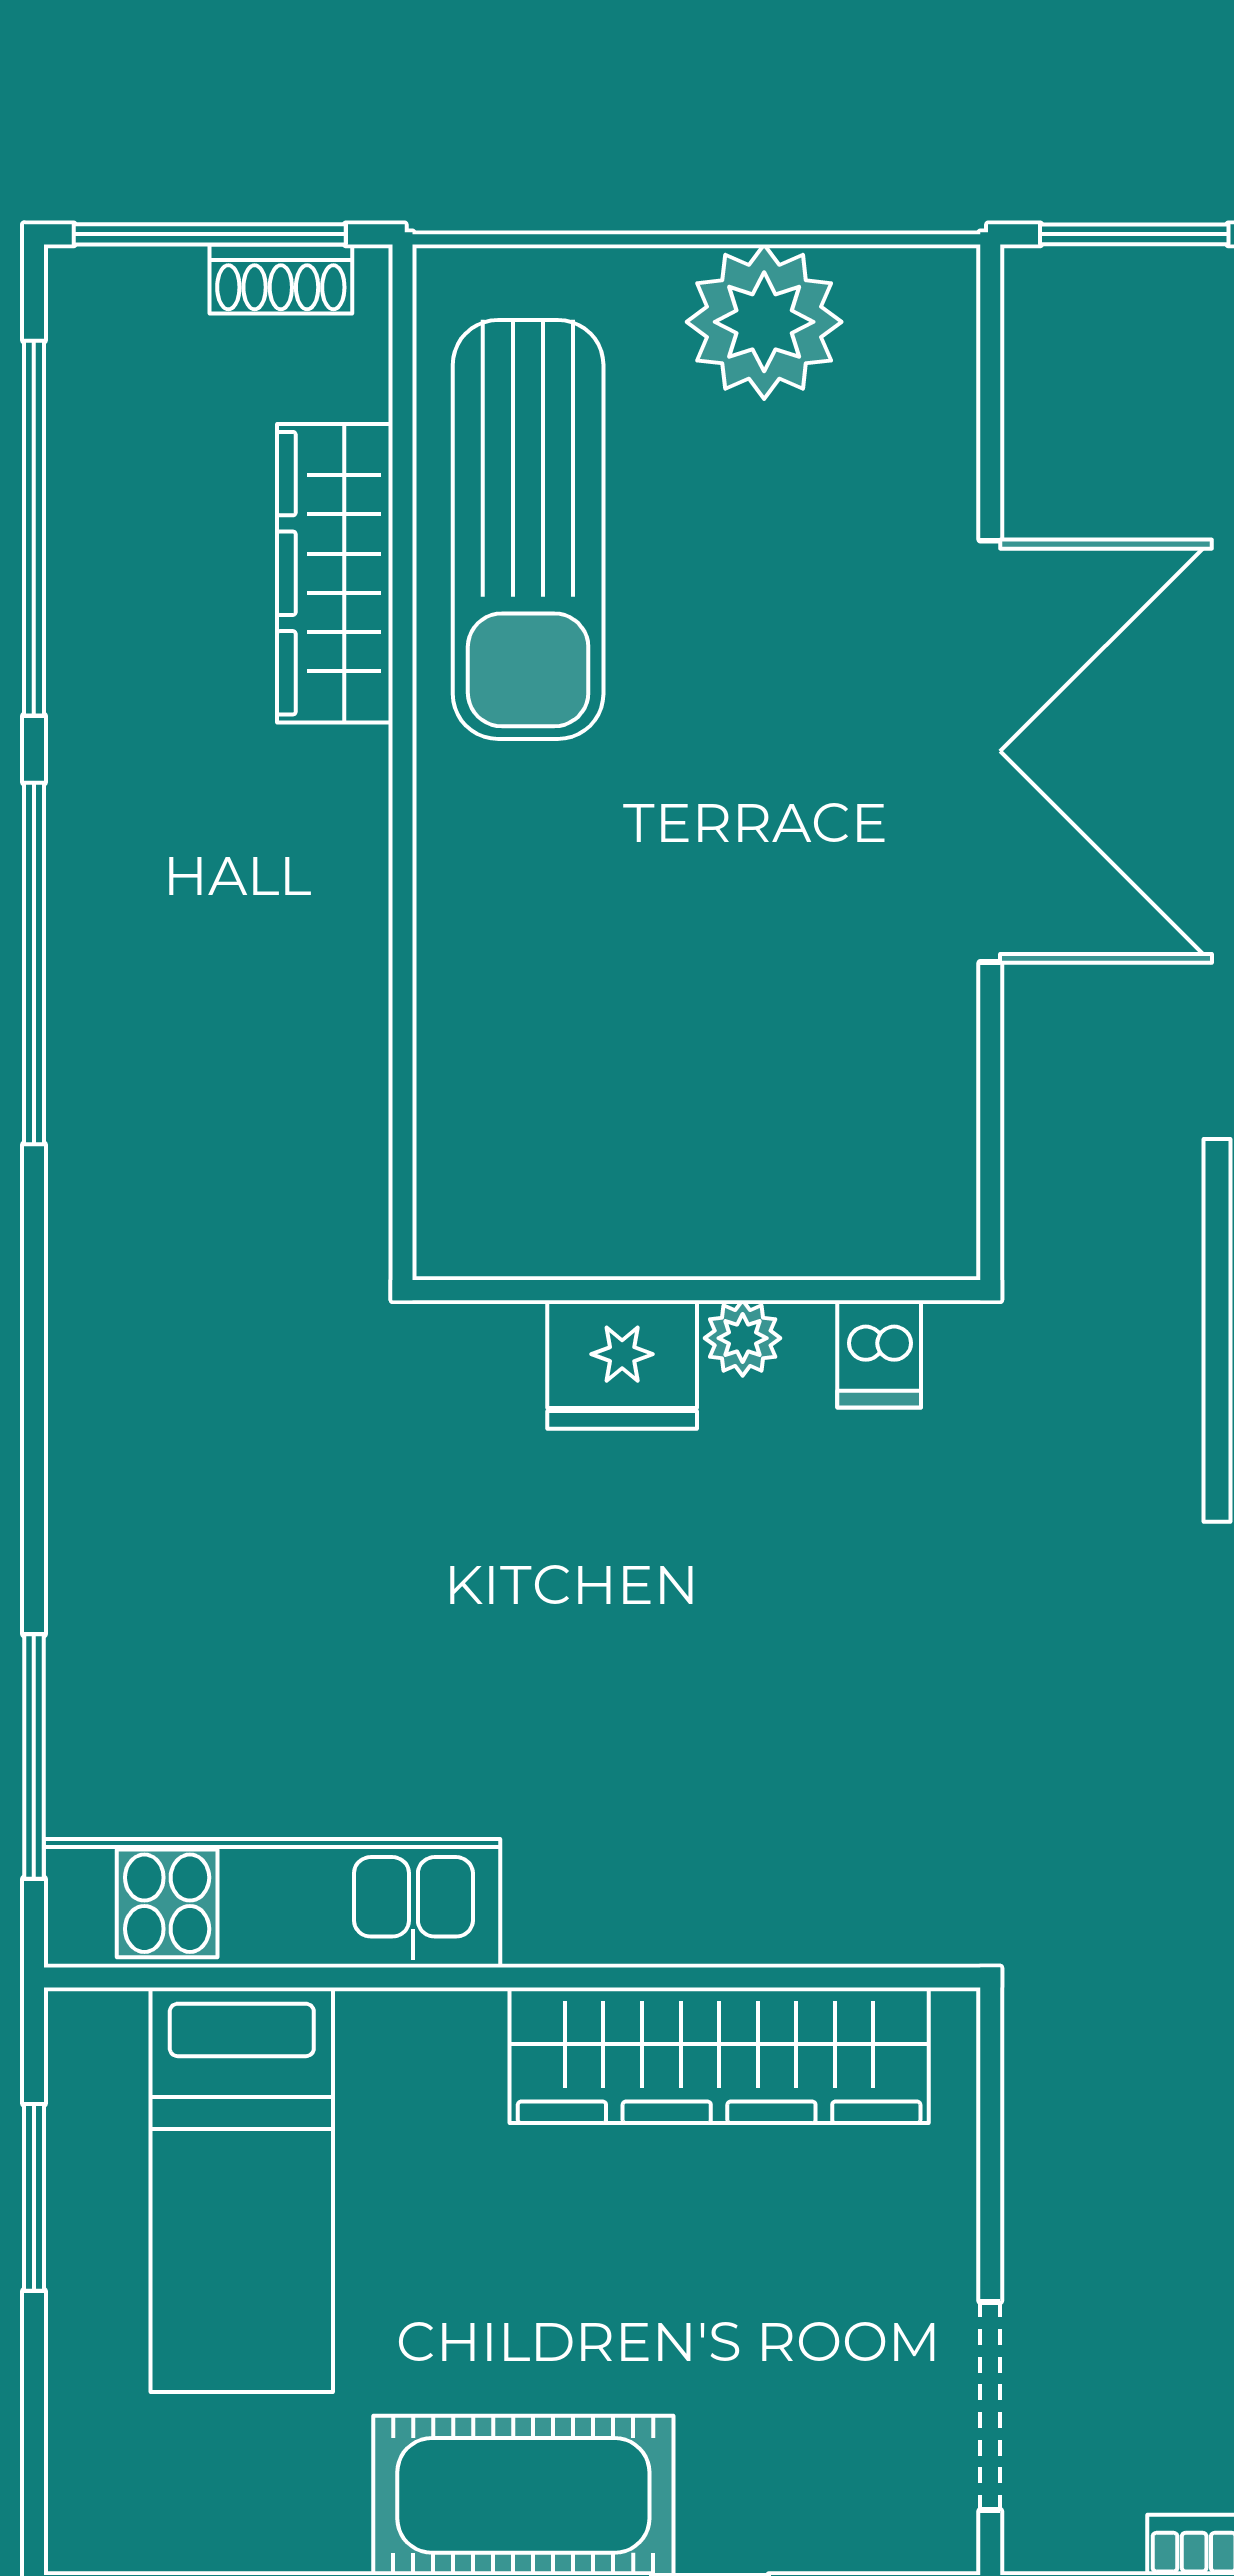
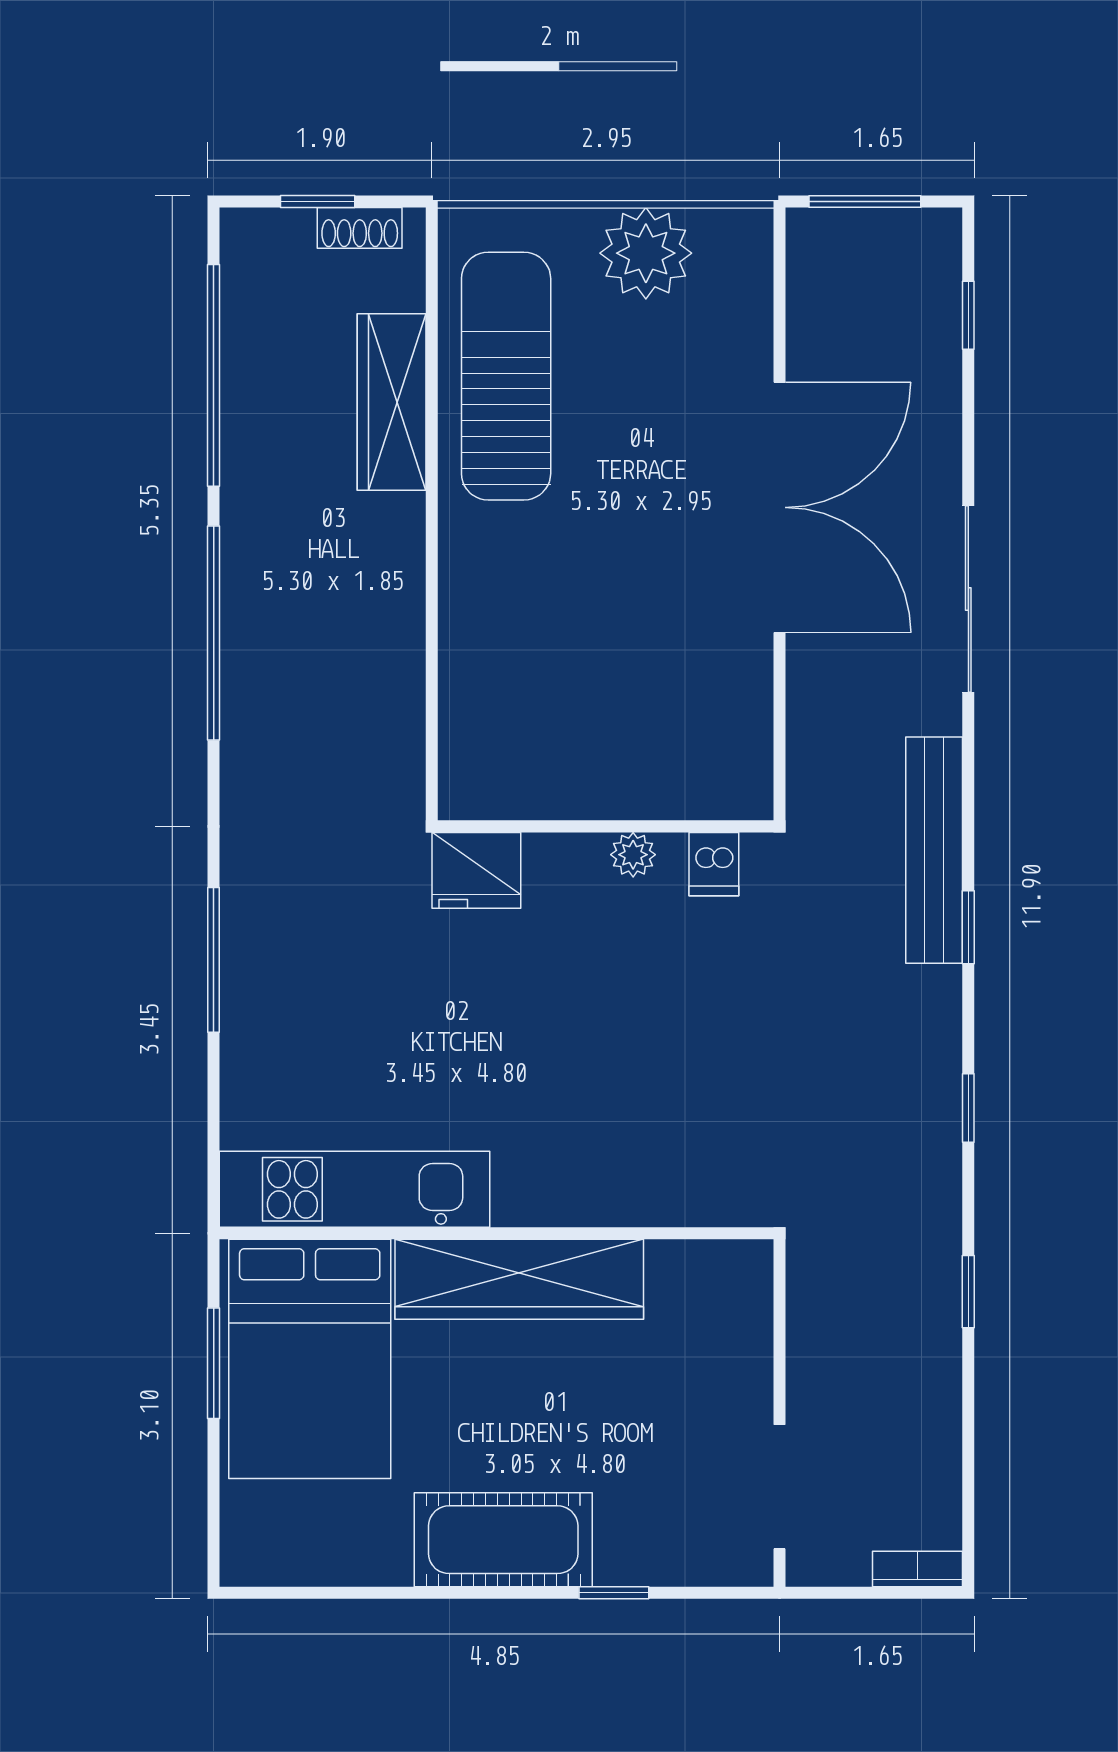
window: (210, 234) -> (318, 201), width x0.46
sun lounger: (528, 529) -> (506, 376), turned 180
fridge: (622, 1364) -> (476, 870), moved
window: (34, 1757) -> (214, 960), moved
wardrobe: (719, 2055) -> (519, 1279), moved
bed: (242, 2190) -> (310, 1359), width x1.50

